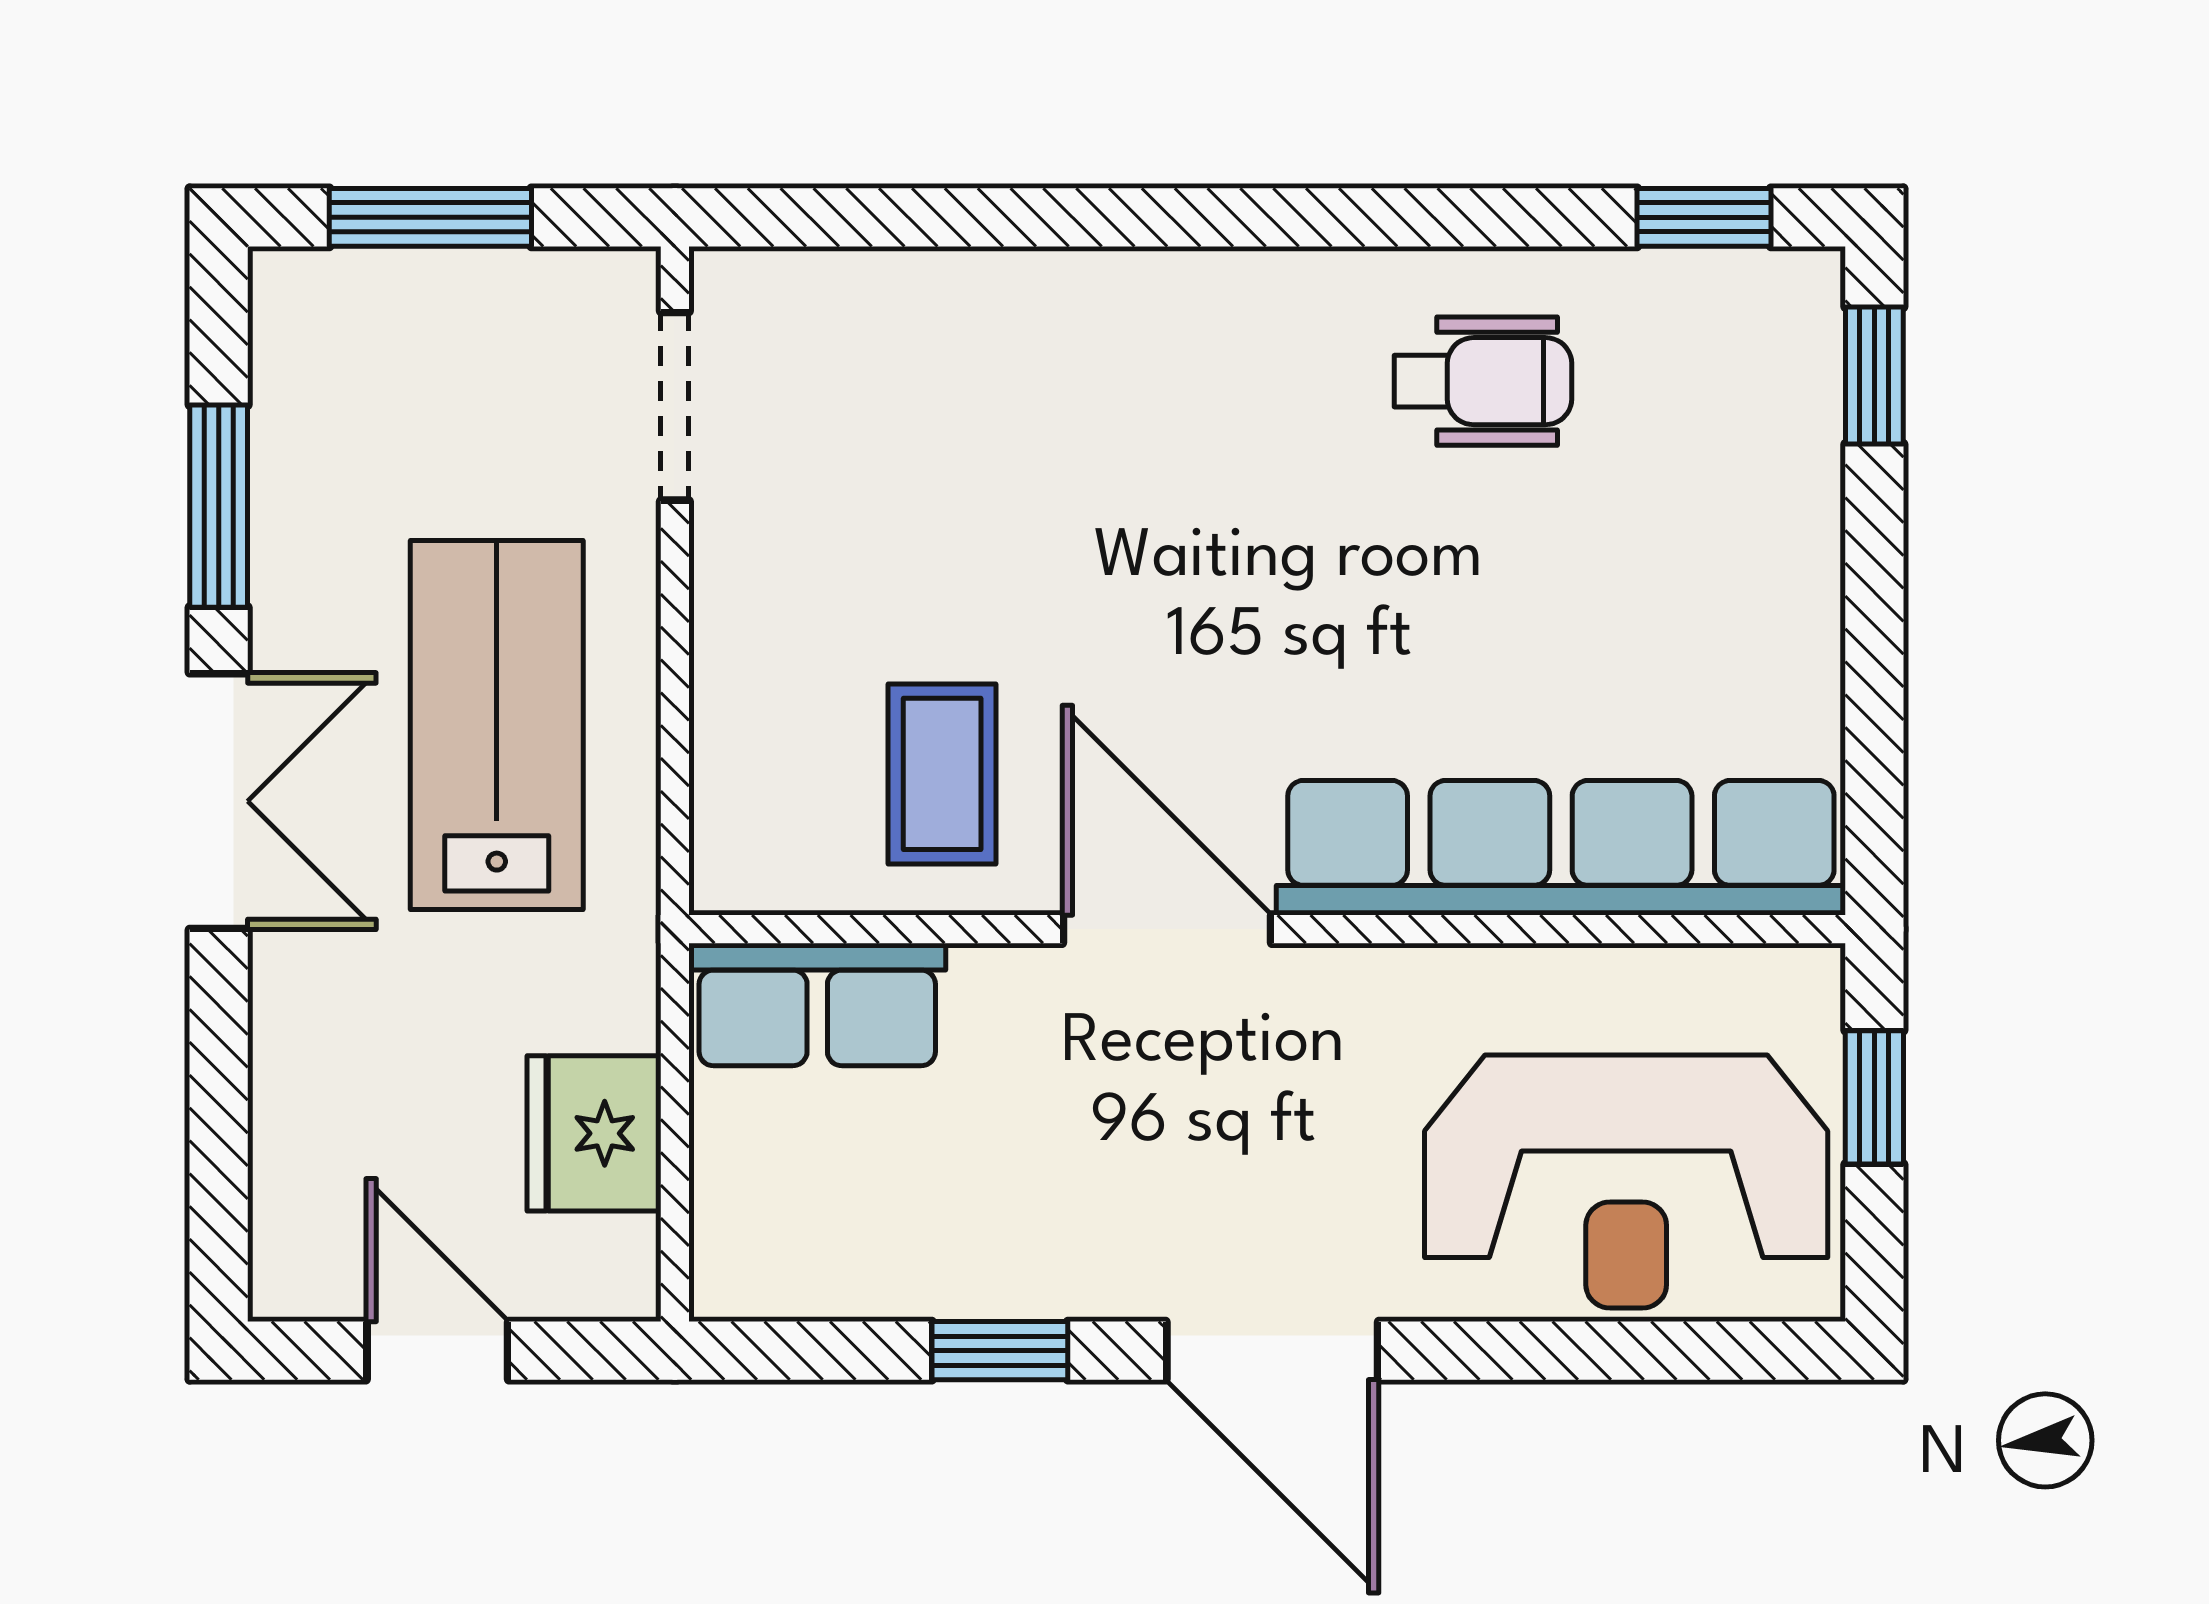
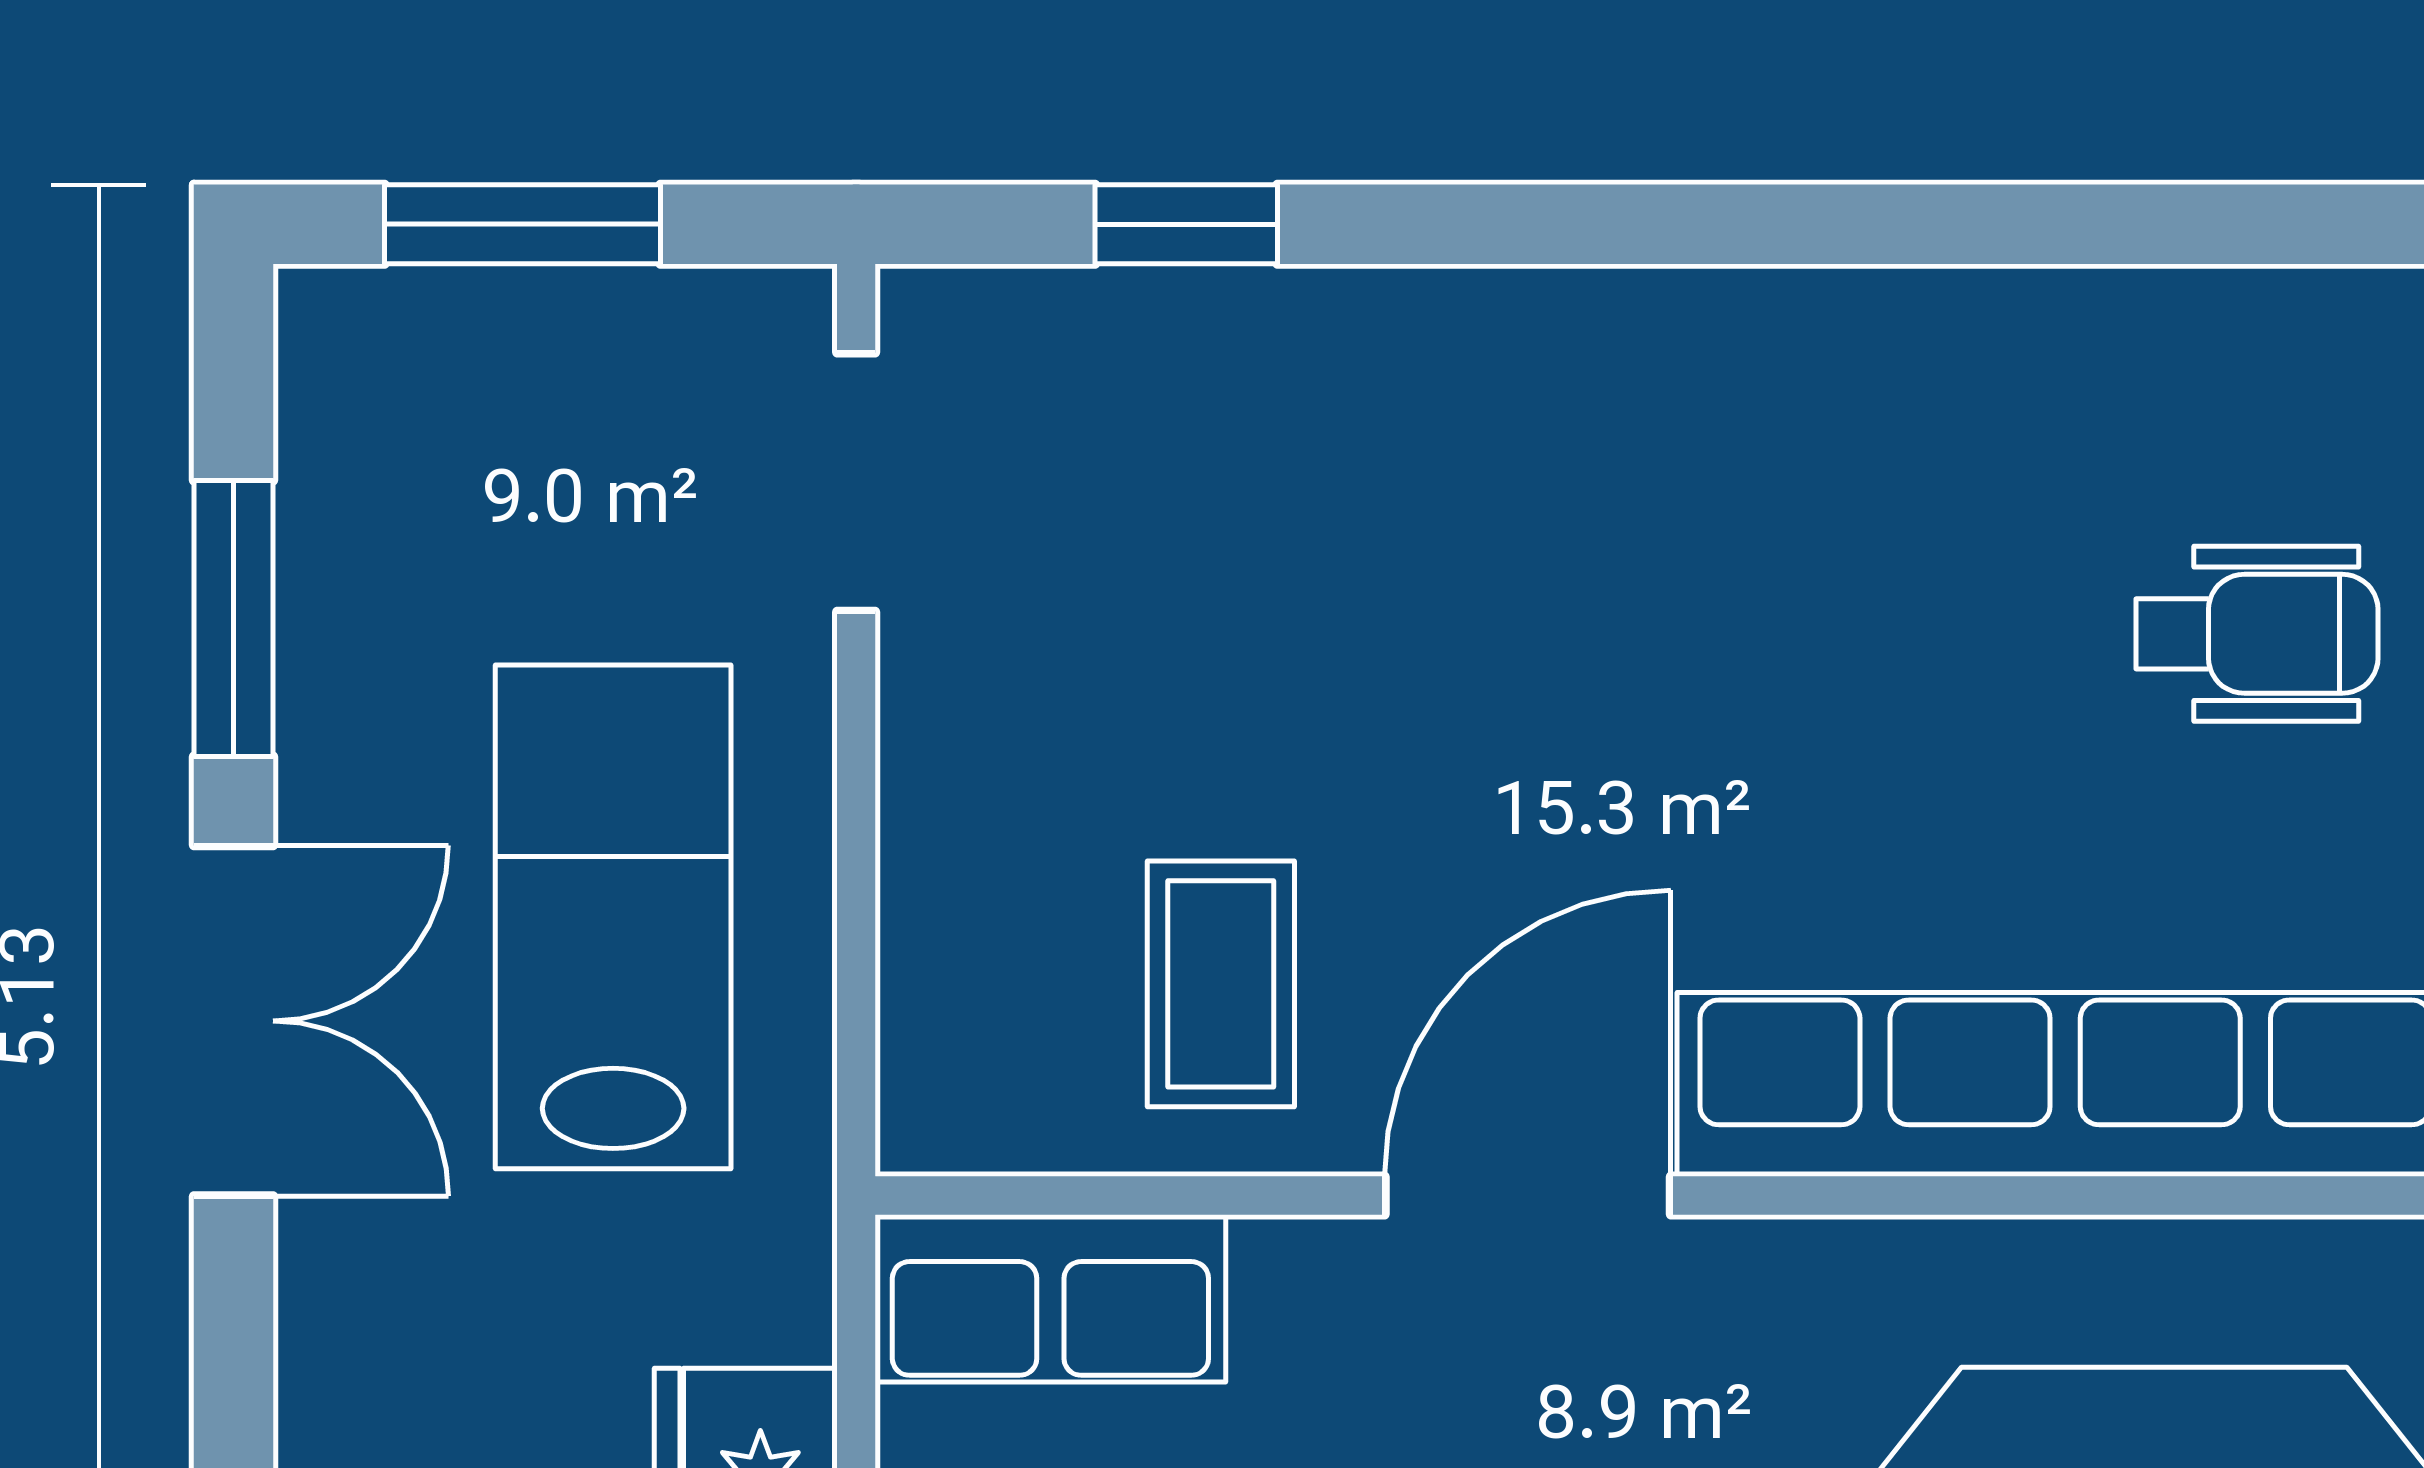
window: (1704, 217) -> (1186, 224), moved
wheelchair: (1483, 381) -> (2257, 634), moved
door: (1167, 929) -> (1528, 1196), hinge flipped

